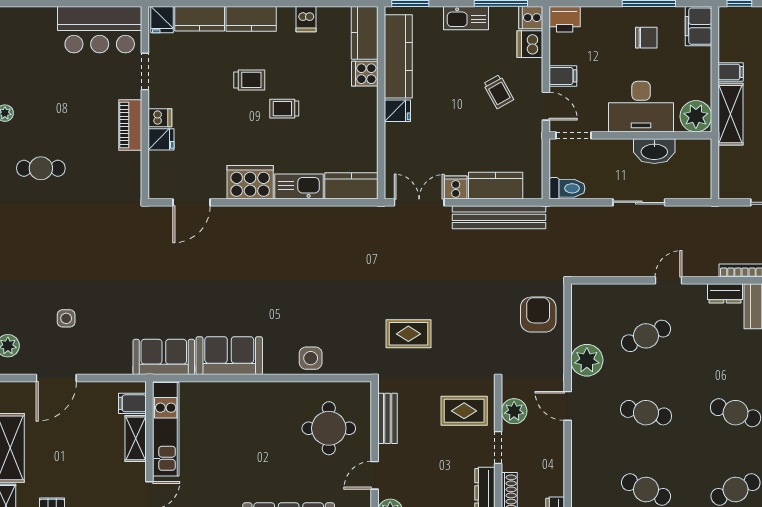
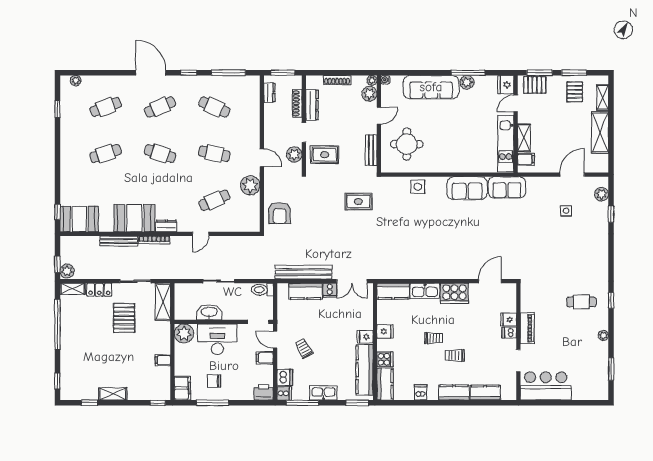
fridge: (162, 20) -> (385, 332), moved, turned 90
shelving: (731, 114) -> (163, 302), moved

